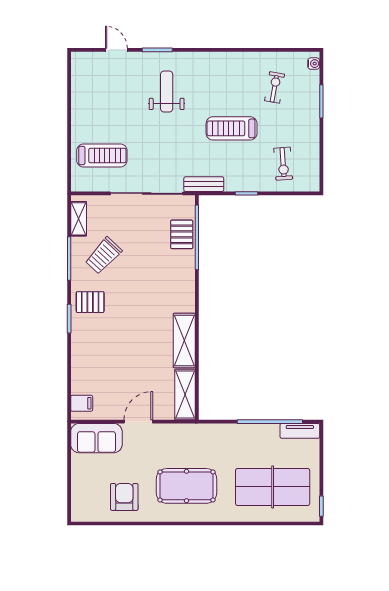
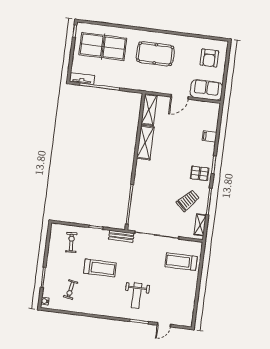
door: (116, 50) -> (164, 325), hinge flipped
pallet: (182, 234) -> (139, 207), removed
filing cabinet: (82, 403) -> (210, 136), moved
armchair: (124, 497) -> (209, 58), moved

